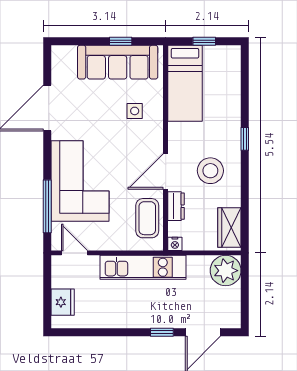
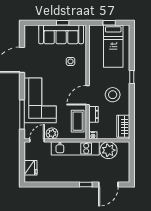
bed: (185, 83) -> (113, 46), moved
plant: (101, 240) -> (52, 133), added
door: (74, 253) -> (37, 140), hinge flipped
plant: (226, 271) -> (108, 150), moved

